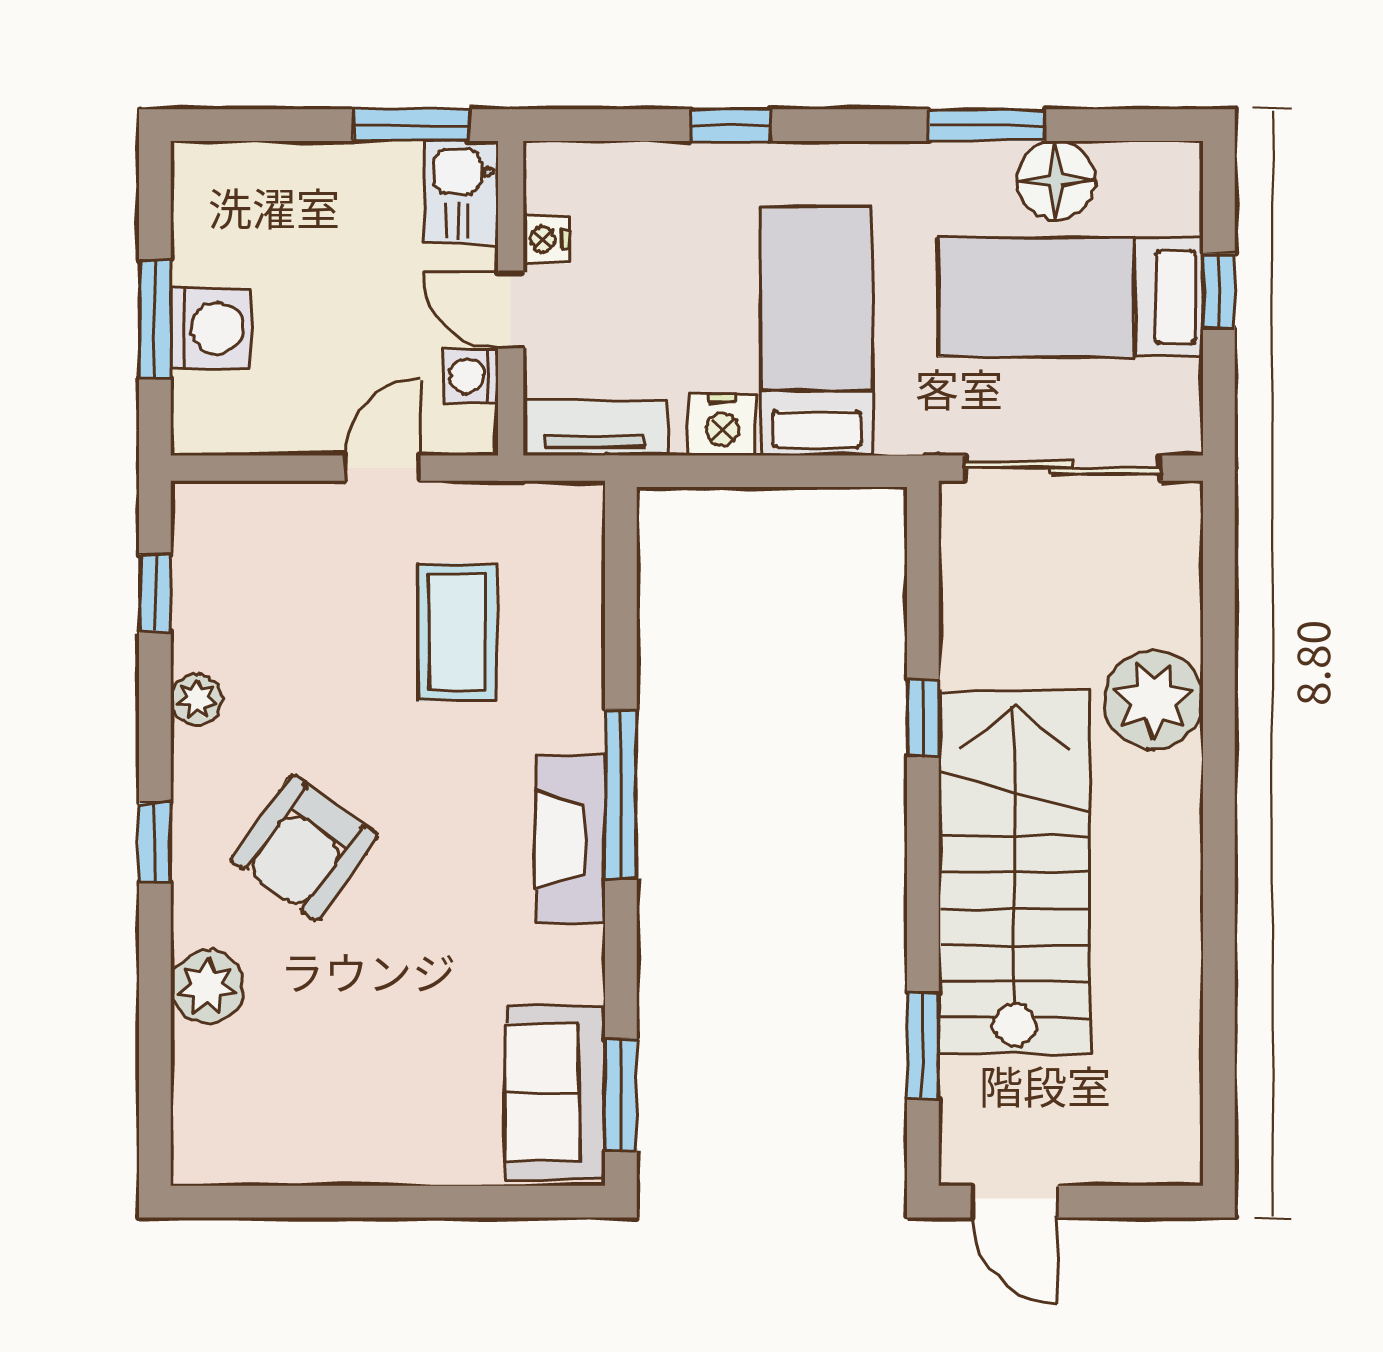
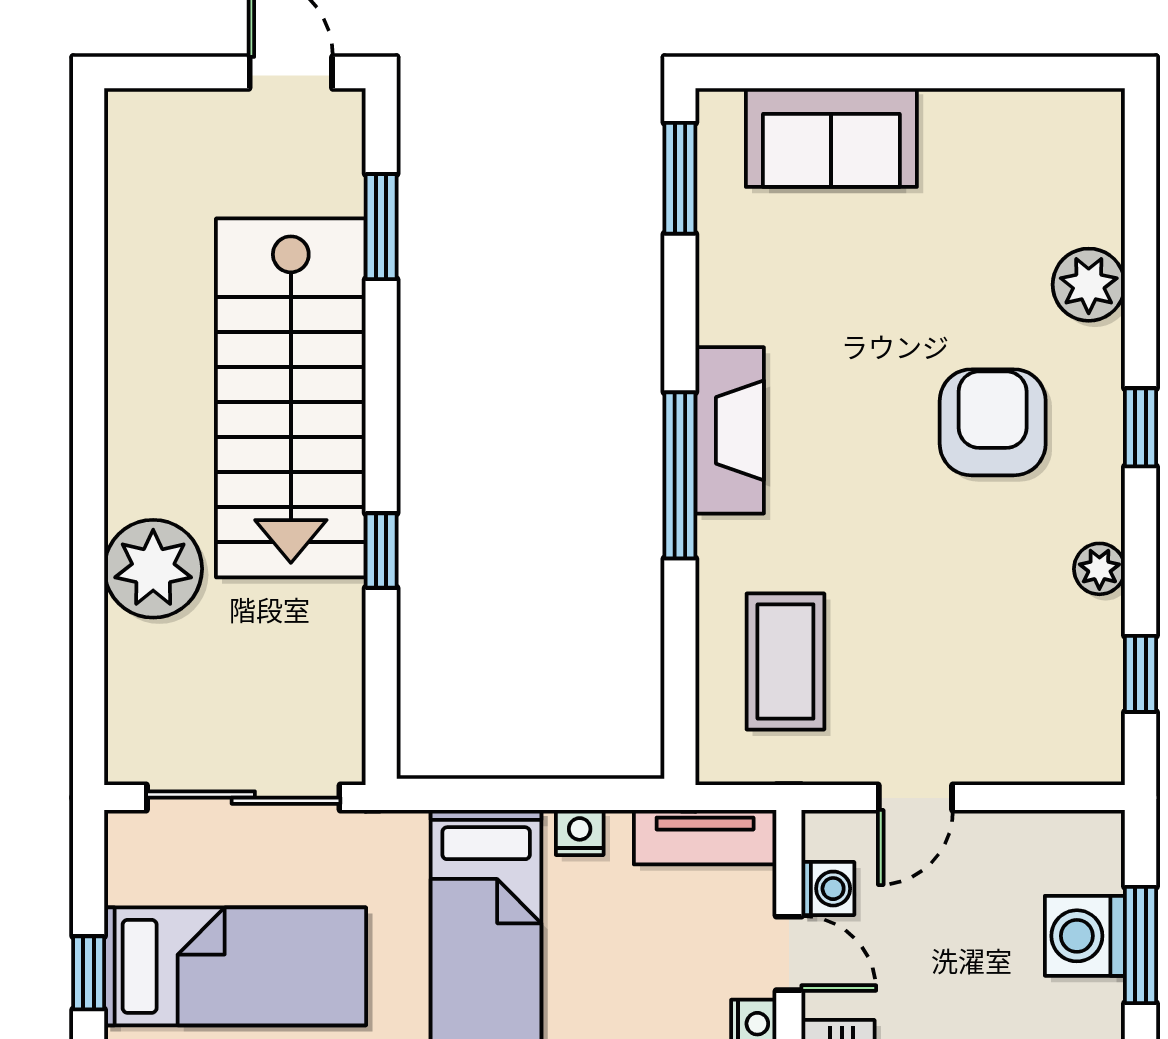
nightstand: (722, 425) -> (580, 833), width x0.72, depth x0.74
coffee table: (457, 632) -> (785, 662), moved
armchair: (304, 848) -> (993, 422), turned -36
sofa: (555, 1093) -> (831, 138), moved, turned 90

